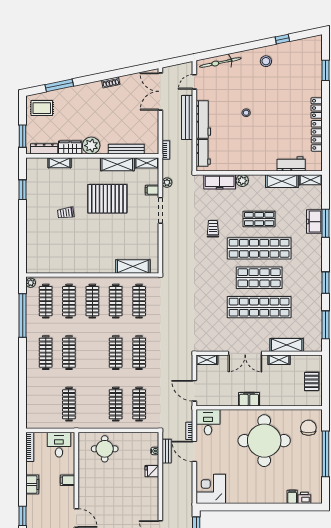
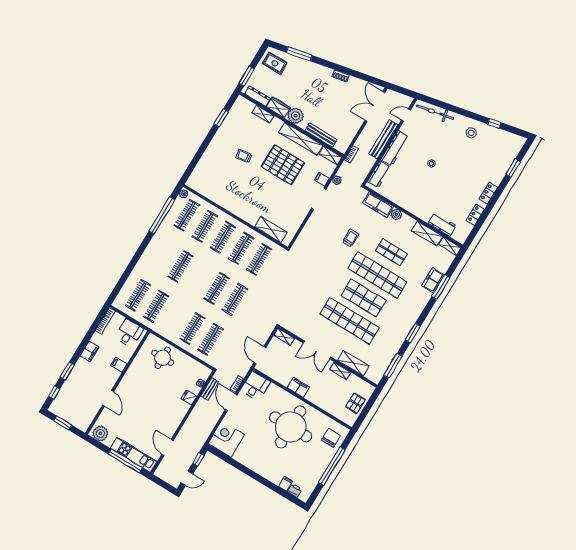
locker: (317, 136) -> (475, 215), width x0.66
shelving: (117, 164) -> (301, 139), width x1.47
clothes rail: (46, 353) -> (138, 295), moved

